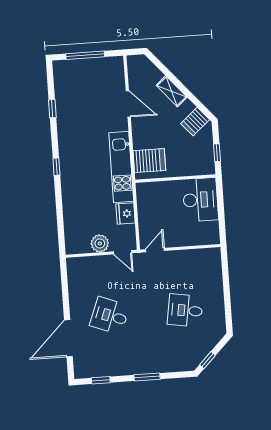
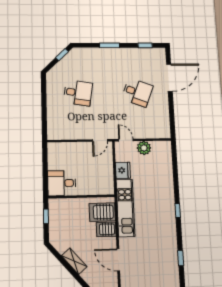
shelving: (172, 91) -> (74, 261), moved
server rack: (195, 122) -> (106, 229), moved, turned -139
desk: (200, 200) -> (62, 183), width x0.73

